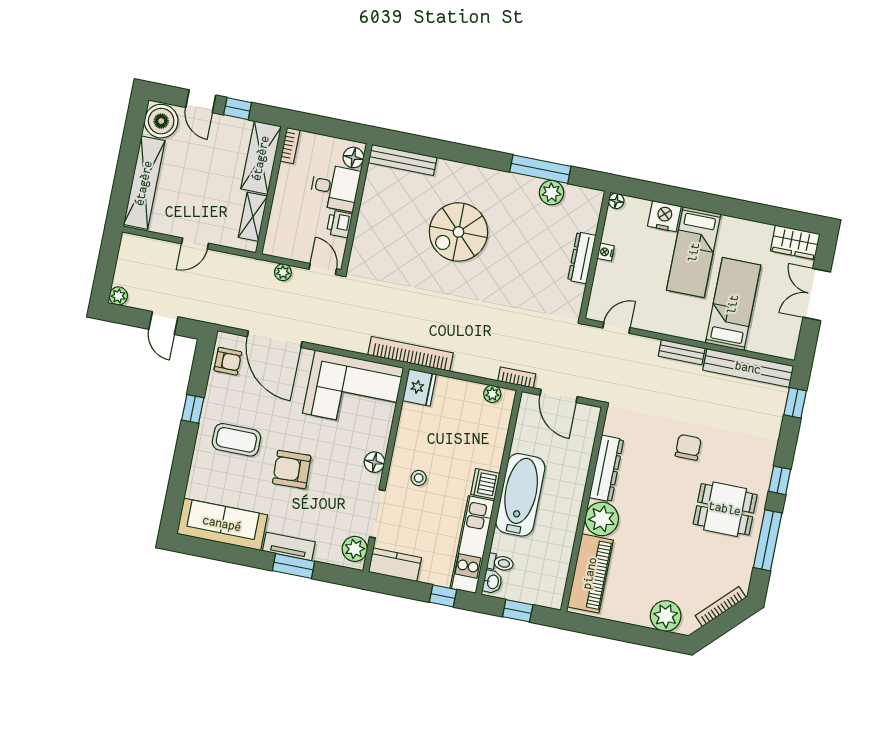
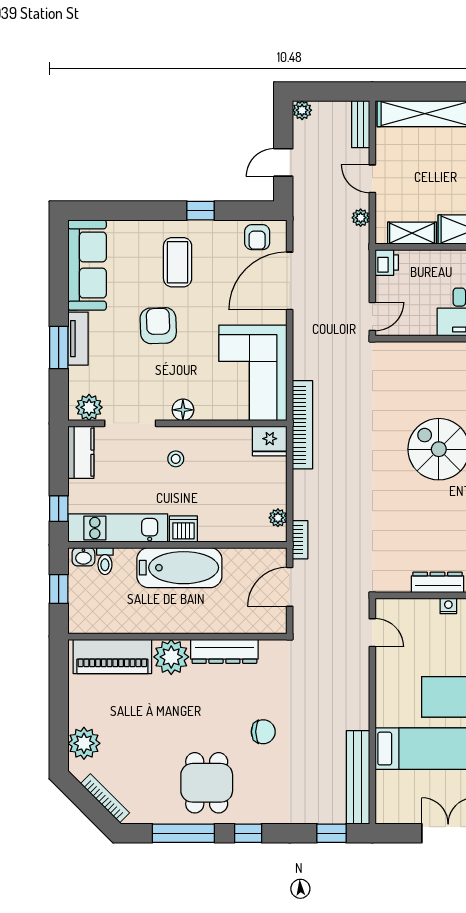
printer: (339, 224) -> (387, 262), moved, turned 90
plant: (283, 272) -> (361, 218), moved
bench: (682, 352) -> (361, 124), moved

